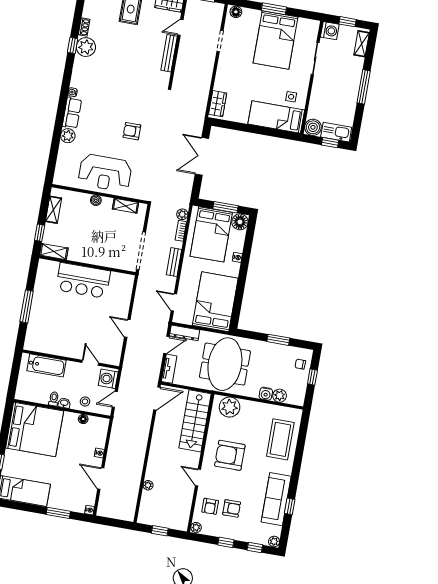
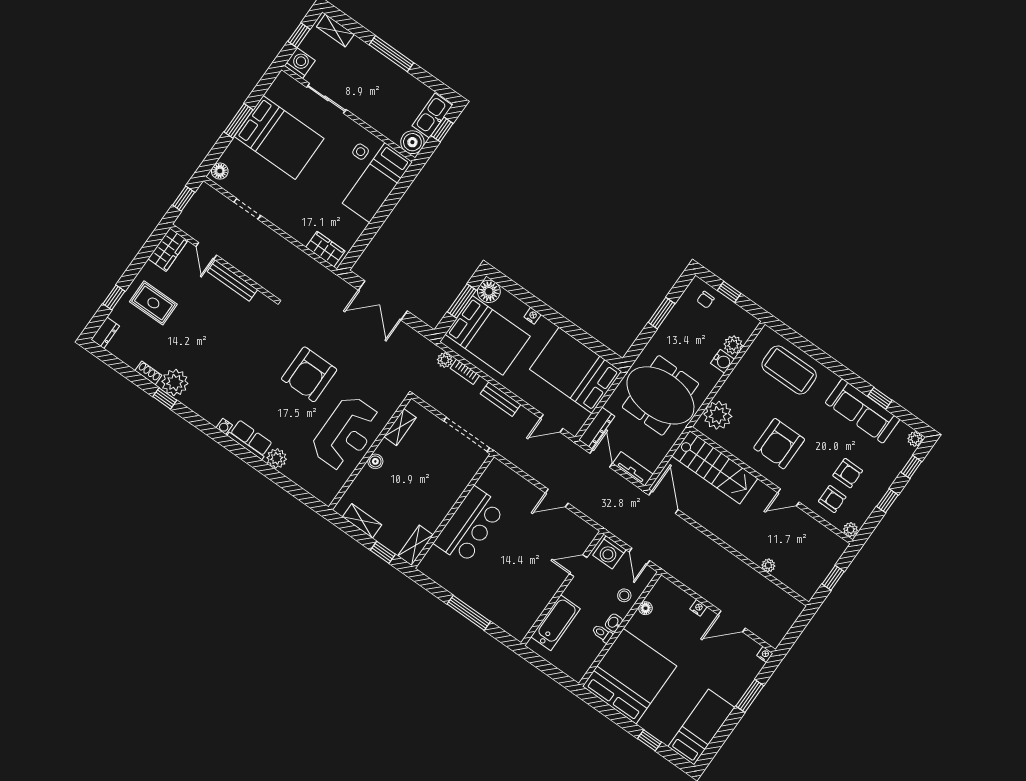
armchair: (132, 131) -> (309, 374), width x1.88, depth x1.88
armchair: (232, 508) -> (848, 473), turned 90

